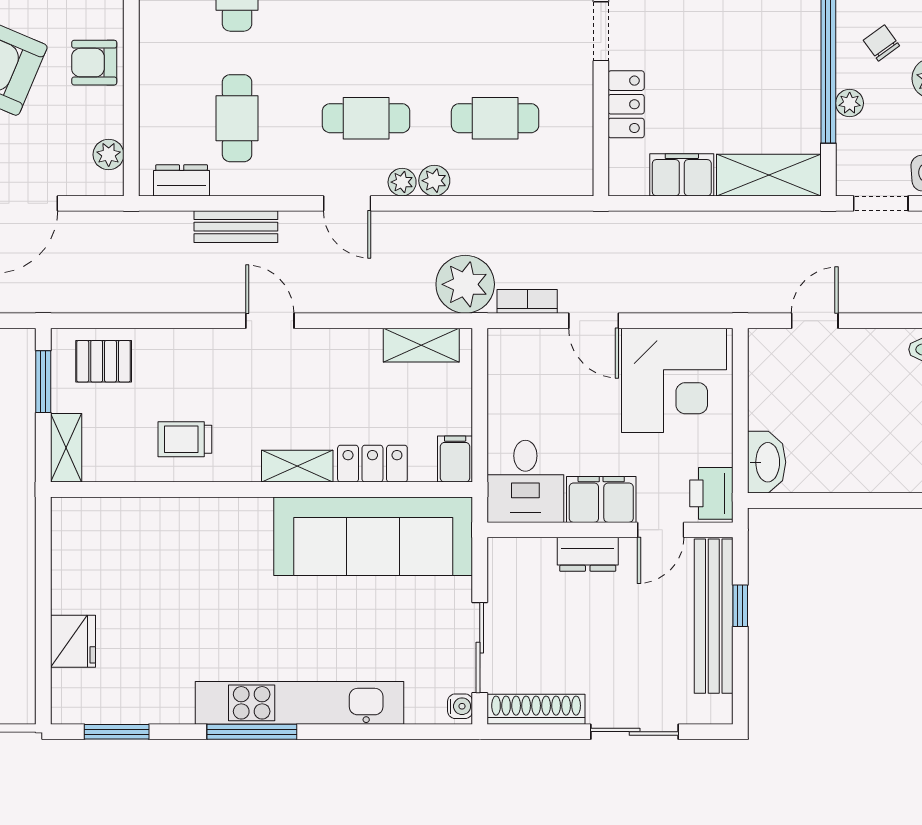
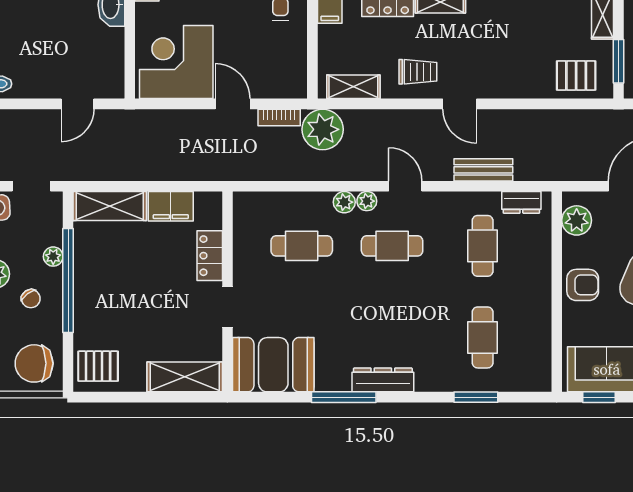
plant: (109, 155) -> (577, 220), width x1.38, depth x1.38
trolley: (185, 439) -> (418, 72), moved

